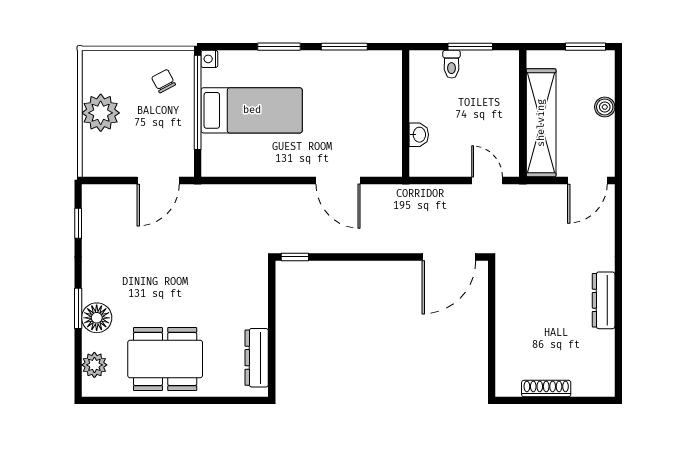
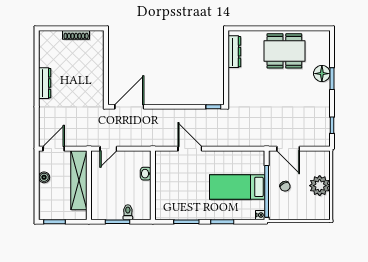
chair: (164, 81) -> (285, 186), moved
boiler: (605, 107) -> (44, 177), moved
door: (158, 180) -> (288, 149), swing flipped
door: (487, 180) -> (108, 149), hinge flipped
plant: (94, 365) -> (323, 48), removed

